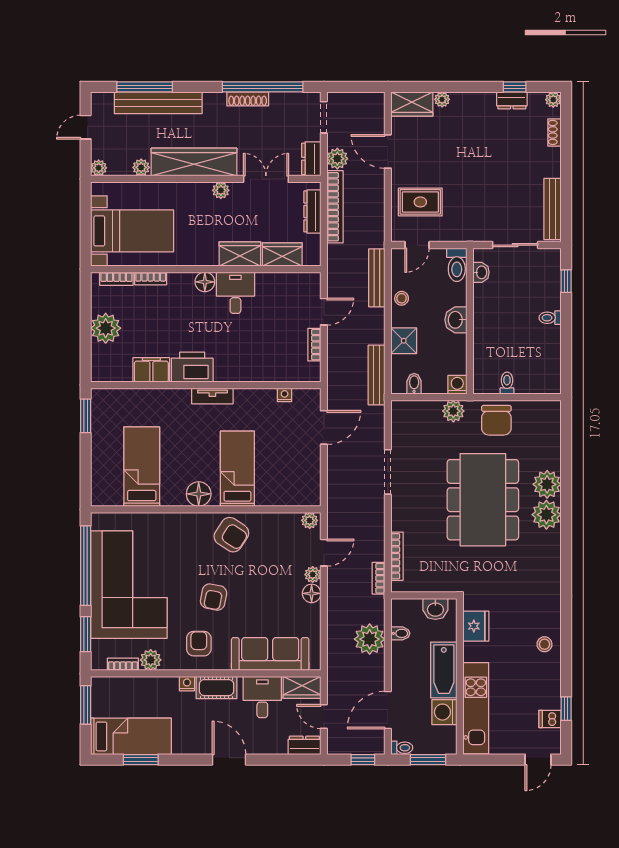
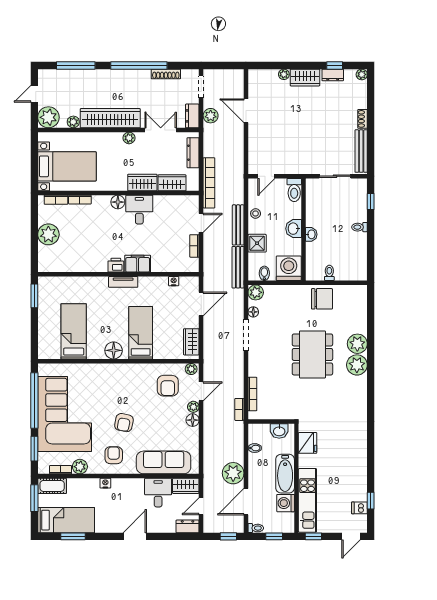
window: (263, 87) -> (139, 65), moved
shoe rack: (248, 99) -> (166, 74), moved
bench: (158, 103) -> (85, 77), removed
wardrobe: (412, 104) -> (305, 78), moved
shoe rack: (554, 132) -> (363, 119), moved
plant: (99, 168) -> (48, 117), width x1.87, depth x1.87
rug: (420, 202) -> (269, 146), removed
bookcase: (335, 207) -> (209, 183), moved
washbasin: (481, 272) -> (311, 234), moved
bench: (377, 278) -> (238, 225), moved
printer: (192, 367) -> (116, 265), width x0.53, depth x0.68
filing cabinet: (151, 370) -> (138, 264), moved
washing machine: (457, 385) -> (289, 268), width x1.89, depth x1.89
plant: (453, 411) -> (256, 292), moved
chair: (496, 420) -> (322, 299), turned -90
floor lamp: (398, 439) -> (253, 312), added
wardrobe: (310, 482) -> (191, 342), added
dining table: (483, 500) -> (312, 354), width x0.73, depth x0.80
armchair: (231, 535) -> (168, 386), moved, turned 57
plant: (370, 639) -> (233, 473), moved
stool: (544, 644) -> (356, 456), removed
cot: (216, 688) -> (52, 486), moved
door: (324, 717) -> (201, 506), hinge flipped
door: (229, 760) -> (135, 536), hinge flipped
window: (428, 760) -> (274, 536), width x0.67
window: (484, 760) -> (313, 536), added

